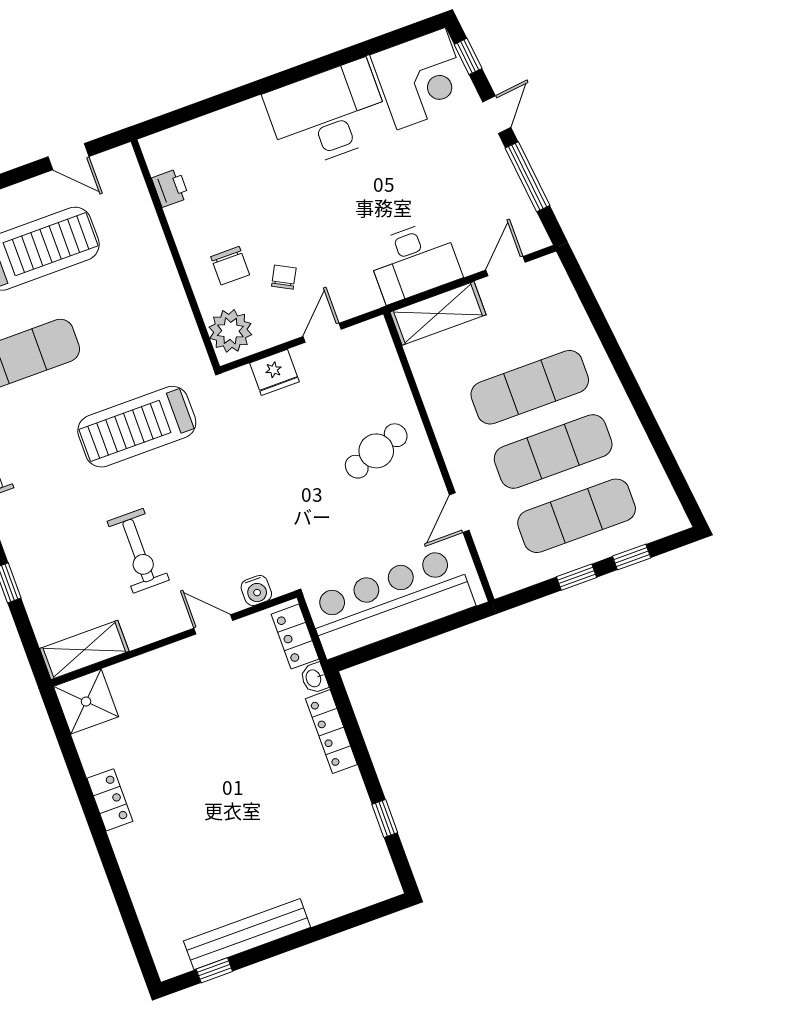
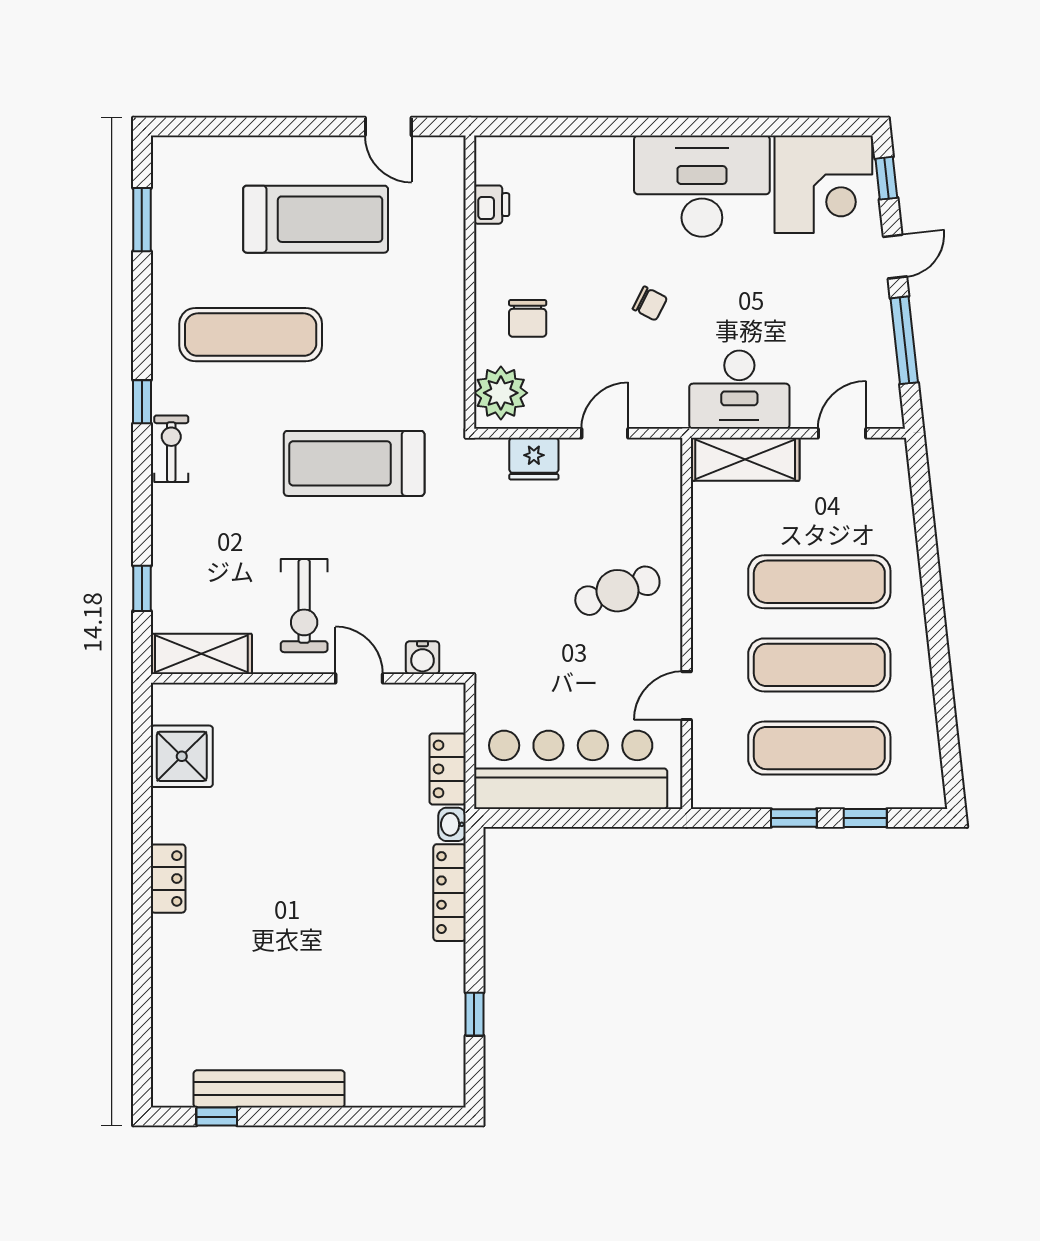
chair: (284, 277) -> (650, 303), moved, turned 89
water cooler: (256, 591) -> (422, 658), moved
door: (213, 624) -> (359, 678), moved
wall: (174, 639) -> (308, 678), moved
shelving: (84, 650) -> (201, 654), moved

